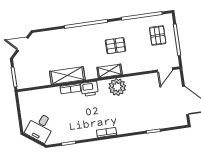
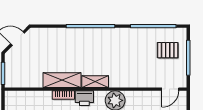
pallet: (158, 35) -> (168, 50), turned 90
pallet: (115, 46) -> (120, 55), removed
shelving: (110, 71) -> (95, 82), moved

